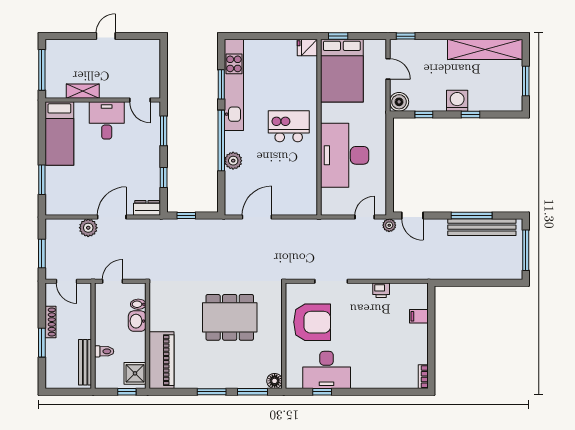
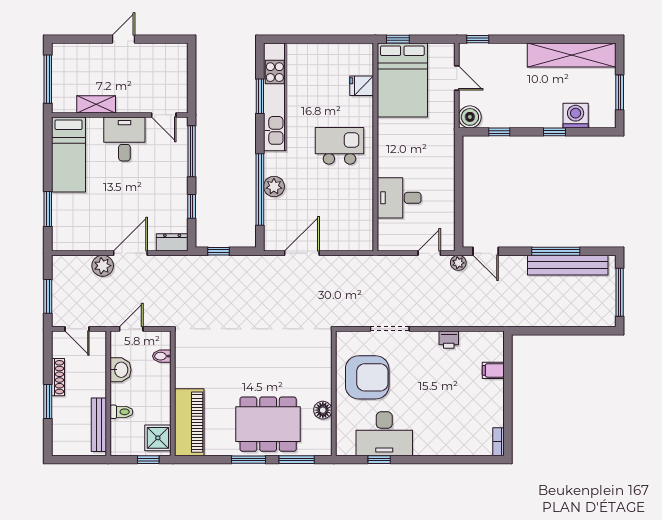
fridge: (307, 48) -> (362, 86), moved
washing machine: (457, 101) -> (576, 116), moved
window: (164, 131) -> (192, 151), width x1.44
window: (221, 140) -> (260, 189), moved
desk: (345, 155) -> (399, 198), width x0.53, depth x0.77
dining table: (230, 317) -> (268, 424), moved
washbasin: (137, 321) -> (121, 370), moved, turned 180
floor lamp: (275, 381) -> (323, 410), moved

